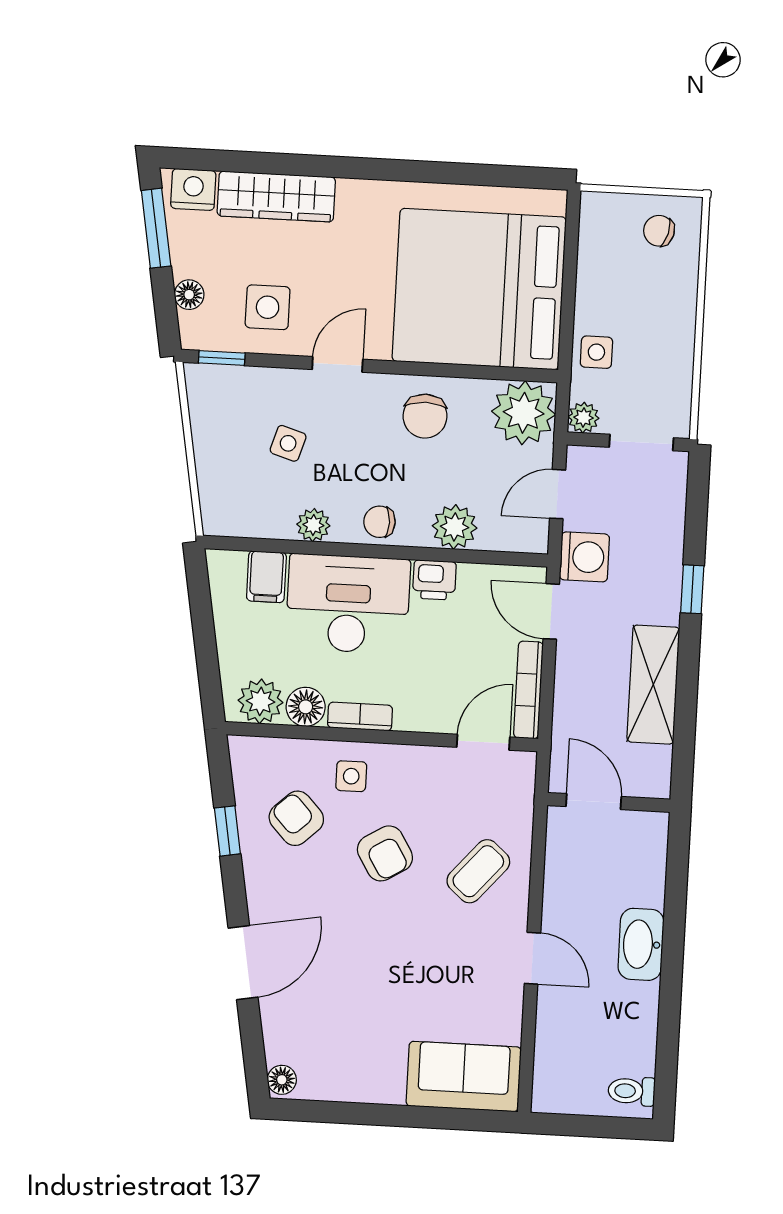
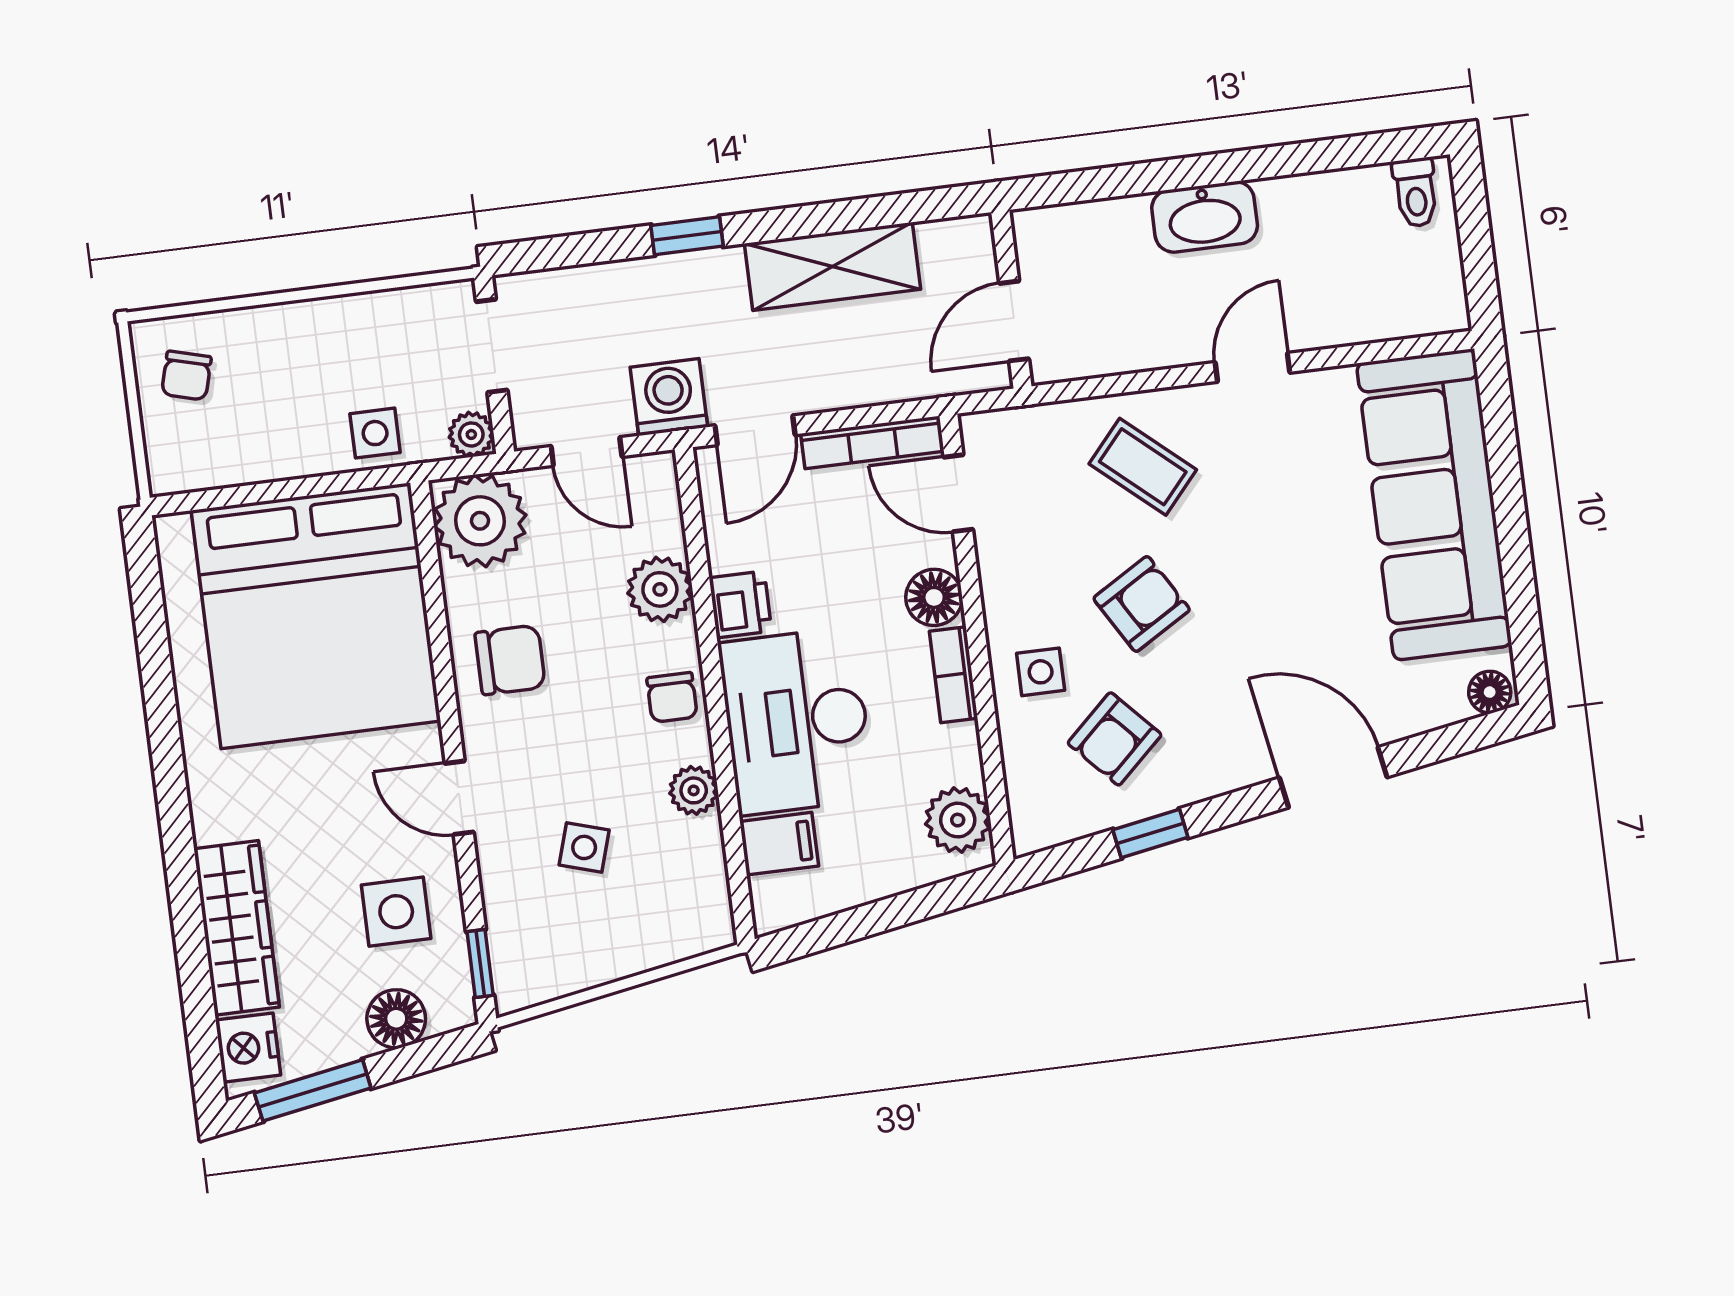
floor lamp: (189, 295) -> (396, 1019), width x1.37, depth x1.37
floor lamp: (306, 707) -> (934, 597), moved
sofa: (464, 1077) -> (1434, 504), width x1.85, depth x1.27

